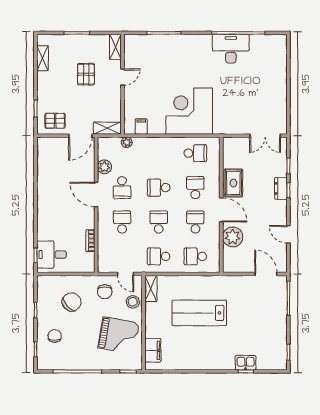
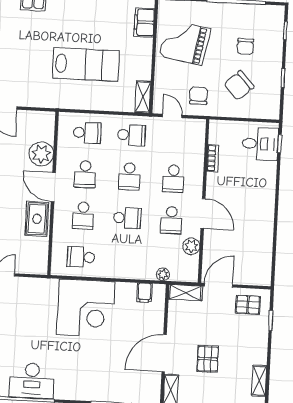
door: (122, 77) -> (164, 353), width x1.87
school desk: (122, 188) -> (171, 220), turned 180
stool: (133, 302) -> (165, 82), removed
chair: (55, 336) -> (245, 46), moved

